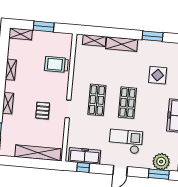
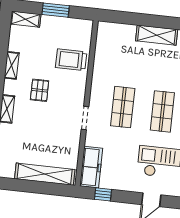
shelving: (94, 41) -> (121, 30), removed
pallet: (43, 111) -> (40, 90), moved
freezer: (85, 156) -> (91, 167), moved, turned 90

